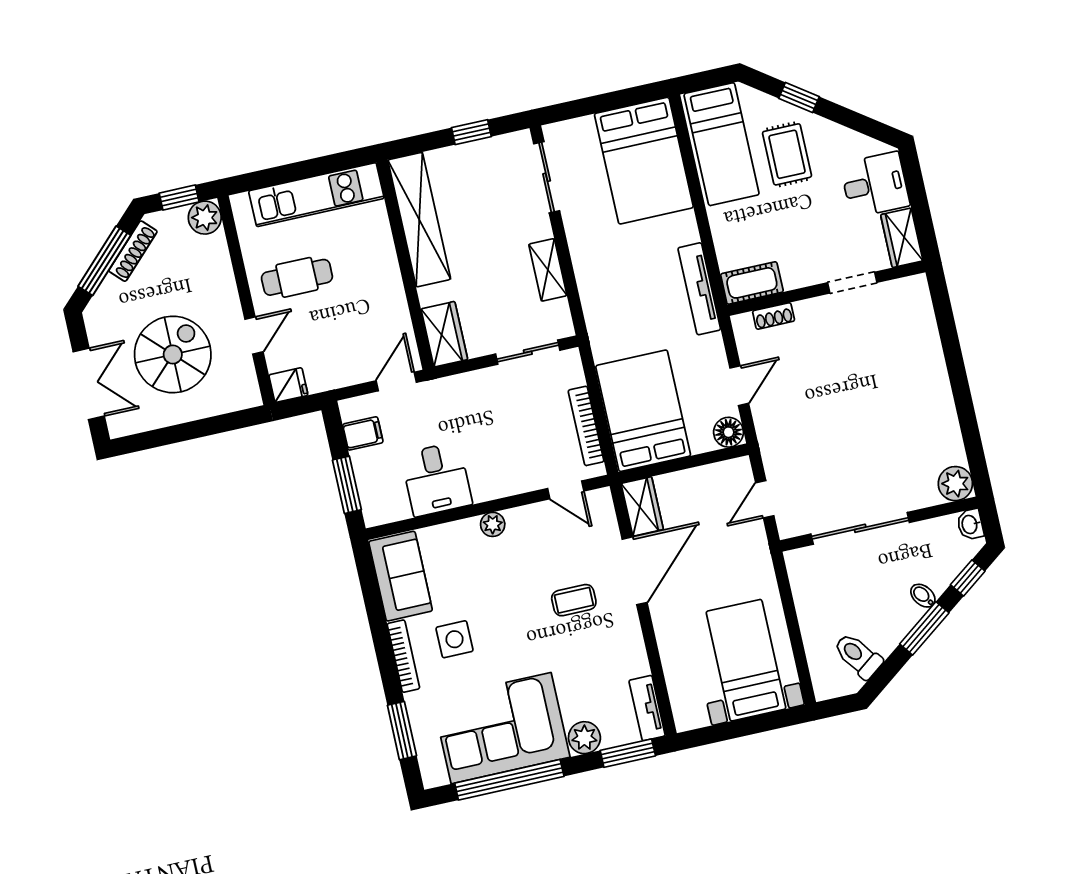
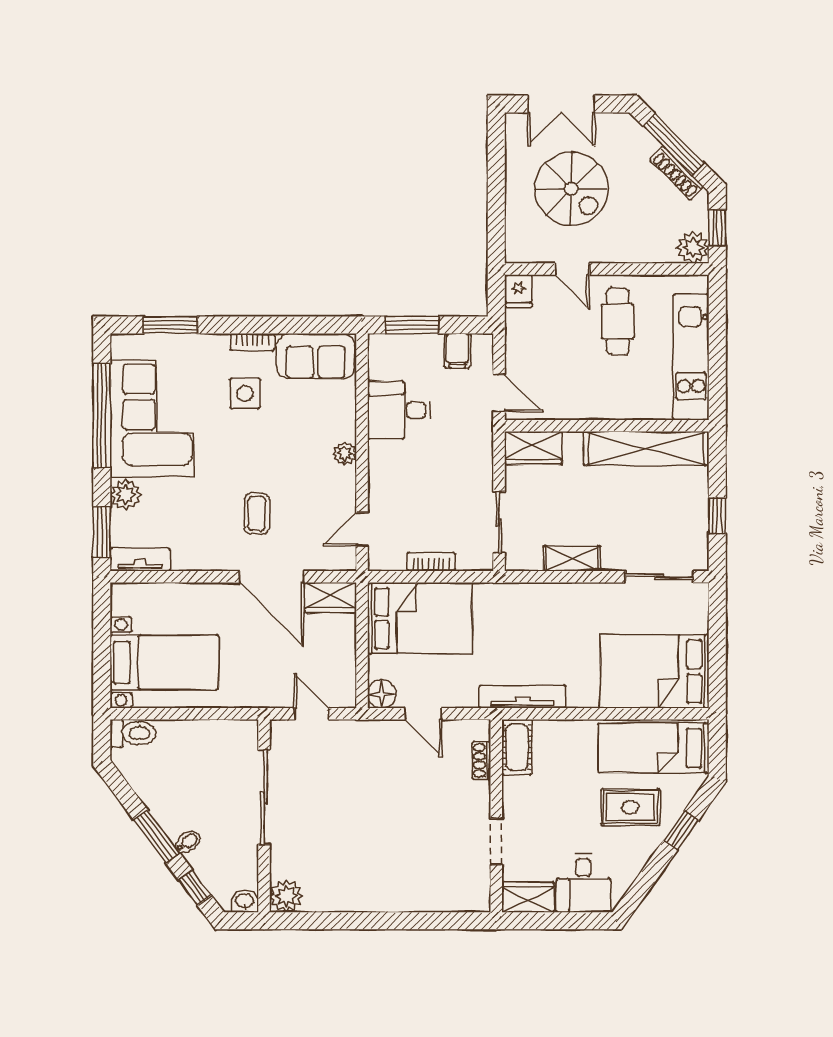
bookcase: (586, 426) -> (431, 562), width x0.64
bookcase: (403, 656) -> (252, 342), width x0.64
toilet: (858, 656) -> (133, 733), moved, turned 37

